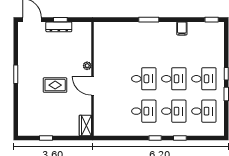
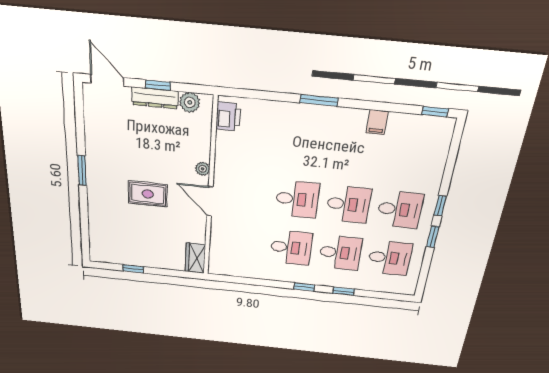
plant: (78, 27) -> (190, 102), added
printer: (100, 33) -> (228, 116), added

